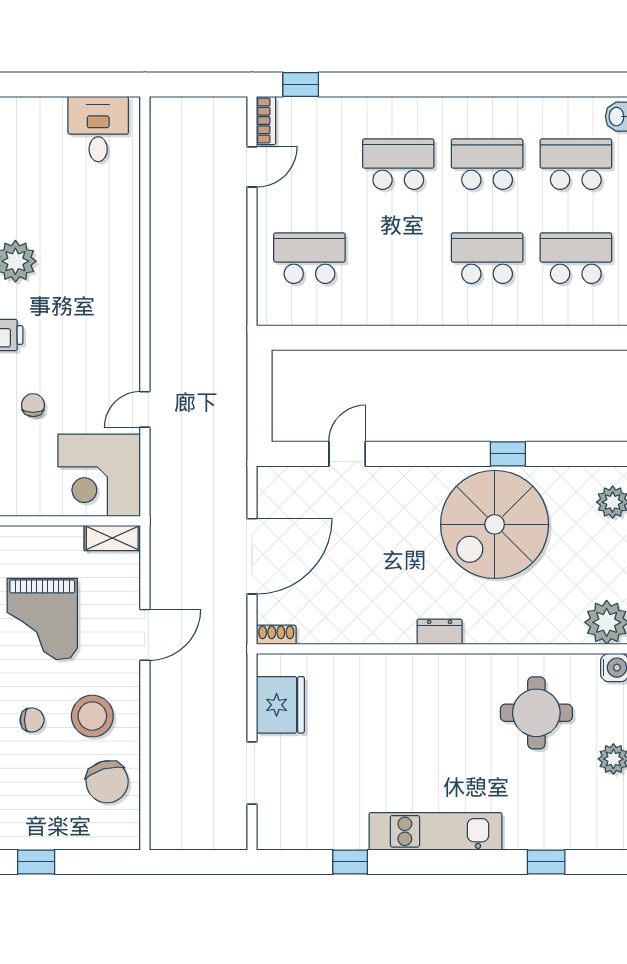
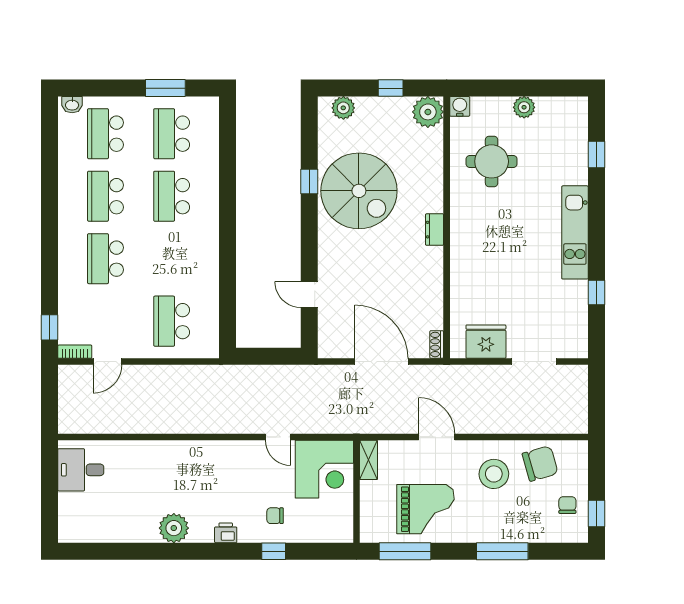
door: (252, 167) -> (107, 362), swing flipped
chair: (32, 720) -> (567, 505), moved

